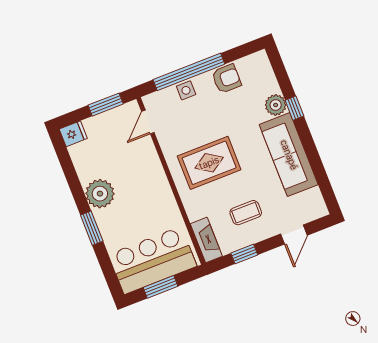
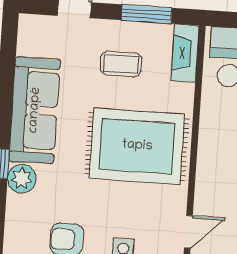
rug: (209, 163) -> (137, 146), width x1.37, depth x1.44
window: (244, 254) -> (147, 14), width x1.50

